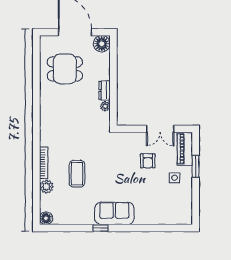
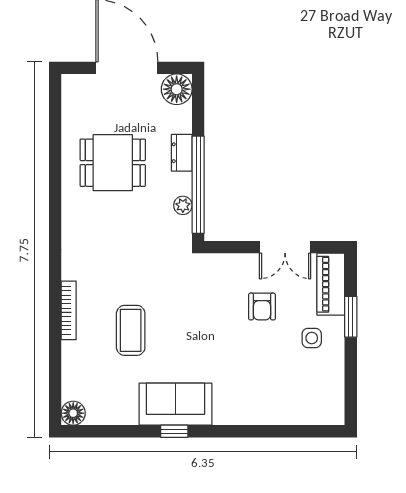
dining table: (65, 69) -> (113, 163), moved
dresser: (105, 90) -> (182, 153), moved
window: (113, 95) -> (198, 185), added
plant: (46, 187) -> (74, 354), removed
sofa: (114, 213) -> (175, 404), moved

